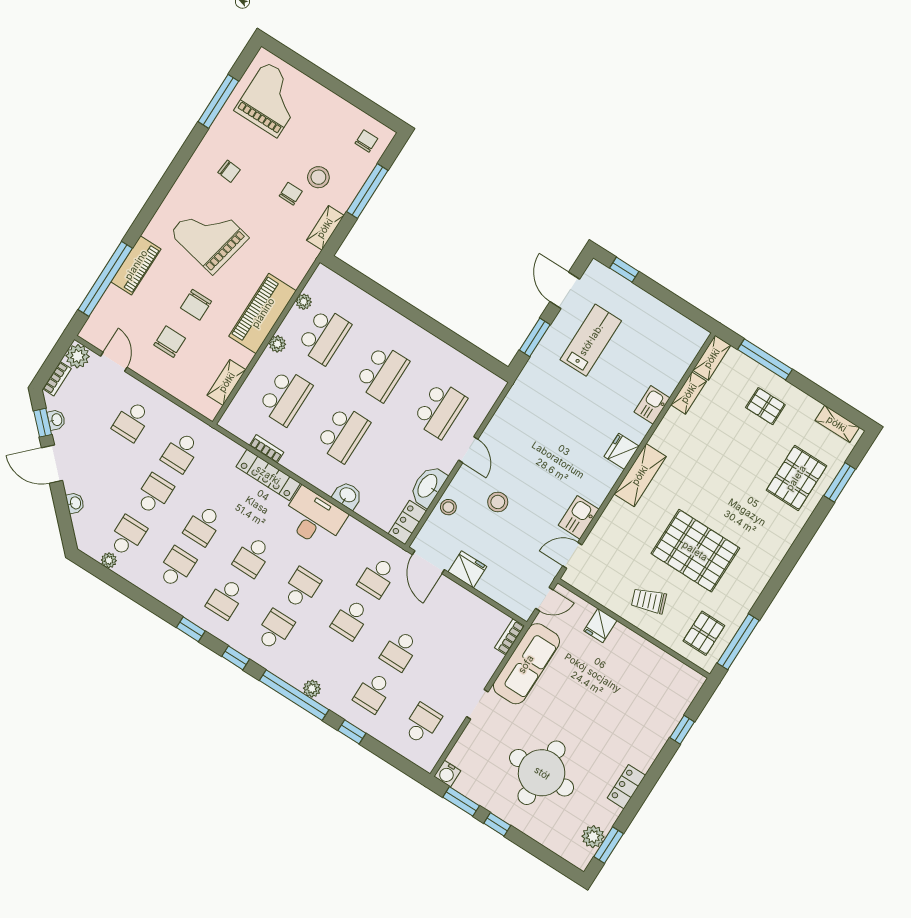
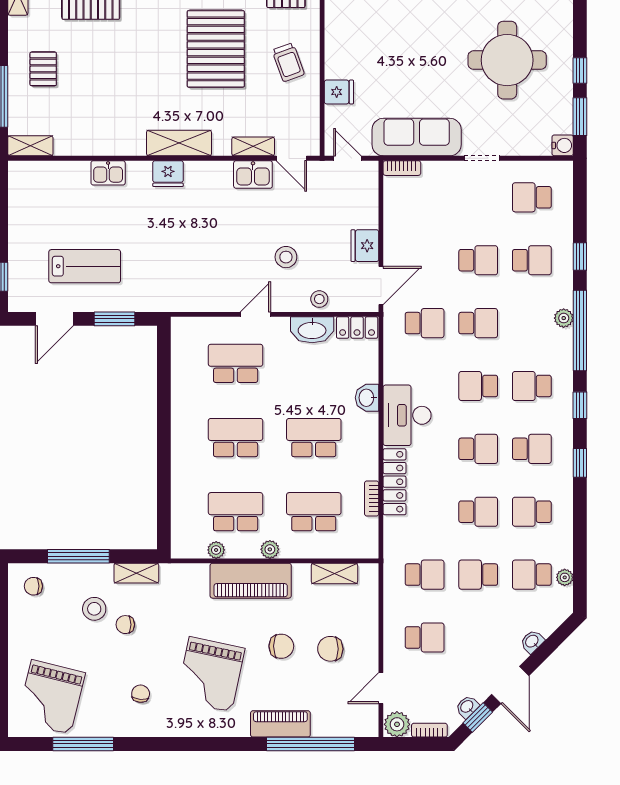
grand piano: (271, 99) -> (51, 697), turned -76
lab bench: (591, 340) -> (85, 266), turned 180
shelving: (689, 393) -> (253, 146), moved

